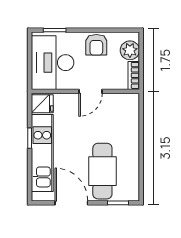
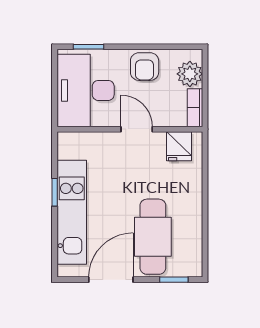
door: (90, 91) -> (137, 129), swing flipped
fridge: (42, 104) -> (179, 146), moved, turned 90
door: (71, 203) -> (111, 280), hinge flipped

